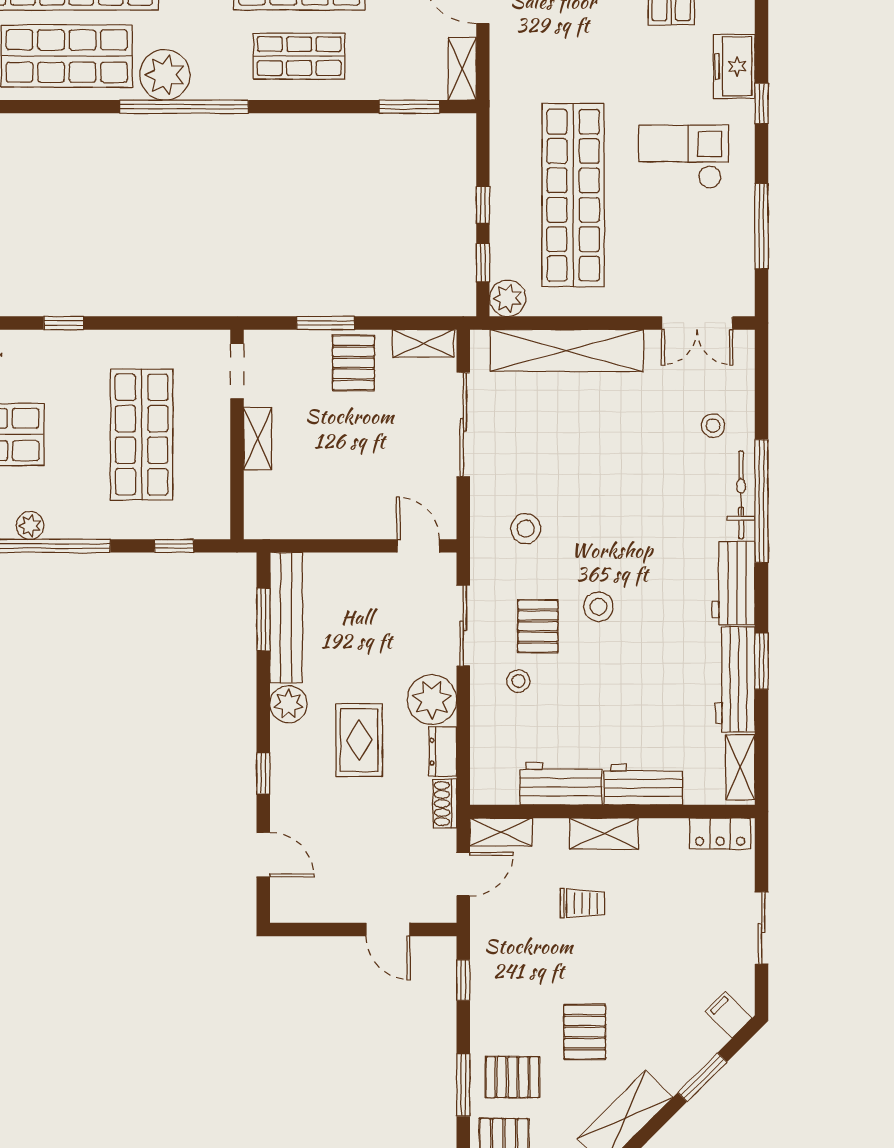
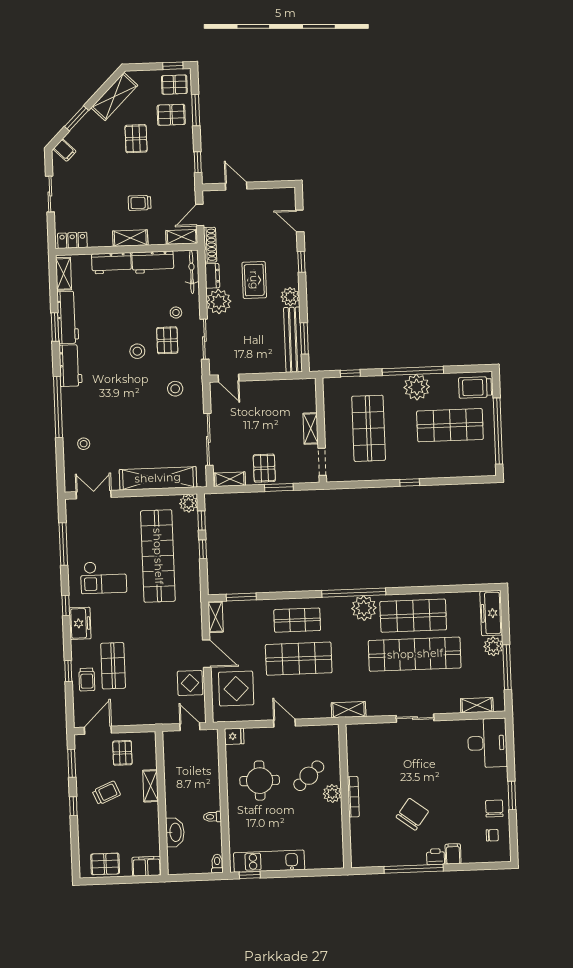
bicycle: (741, 495) -> (192, 272), moved, turned 180
plant: (30, 526) -> (417, 387), width x1.87, depth x1.87
shoe rack: (445, 804) -> (210, 245), width x1.43

